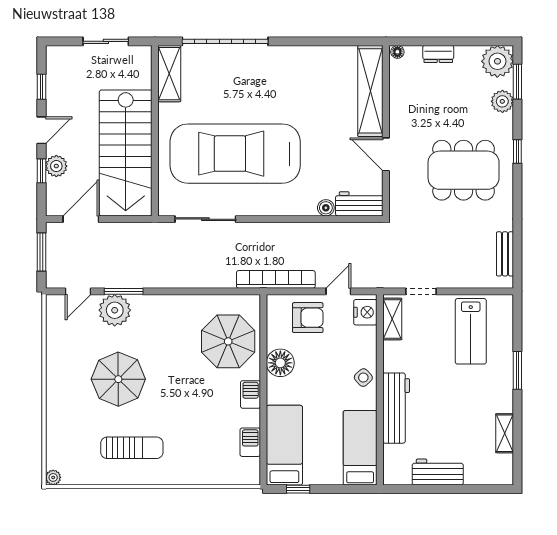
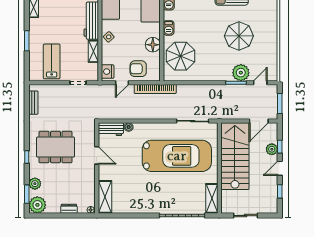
shelving: (370, 91) -> (105, 197), width x0.68
shelving: (392, 319) -> (93, 51), moved

